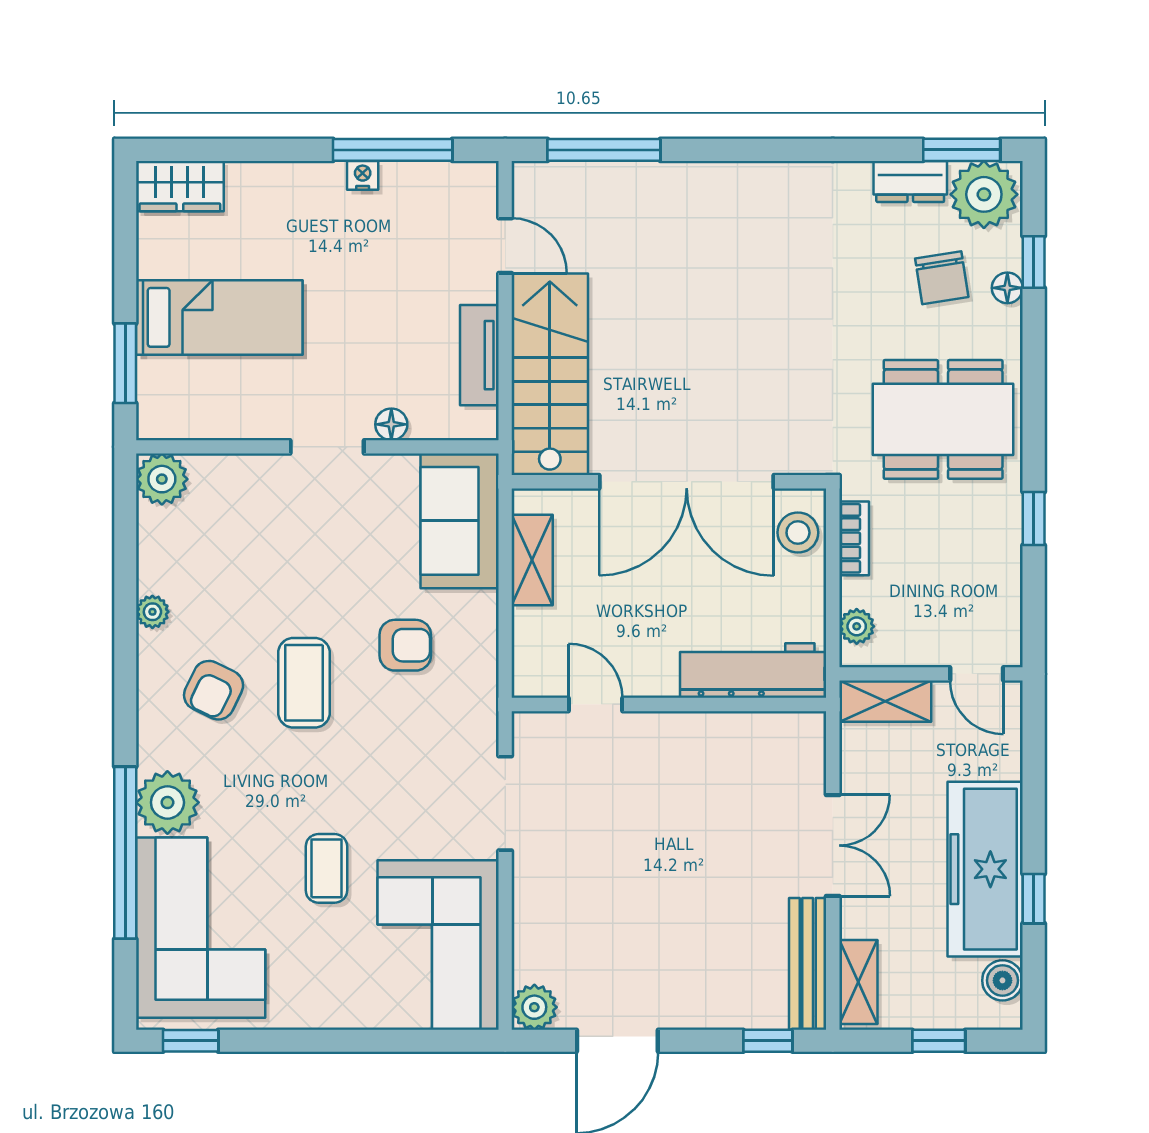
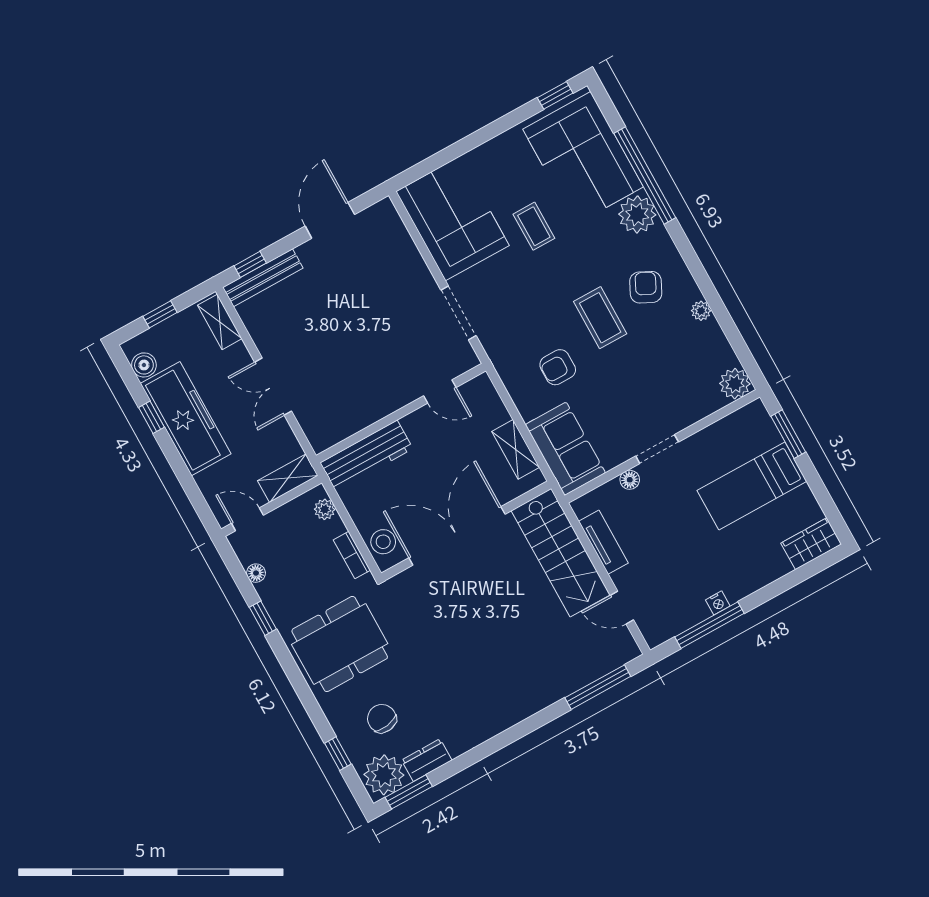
floor lamp: (1007, 288) -> (256, 573), moved
bench: (808, 964) -> (263, 278), moved, turned 90
plant: (534, 1007) -> (383, 214), removed

